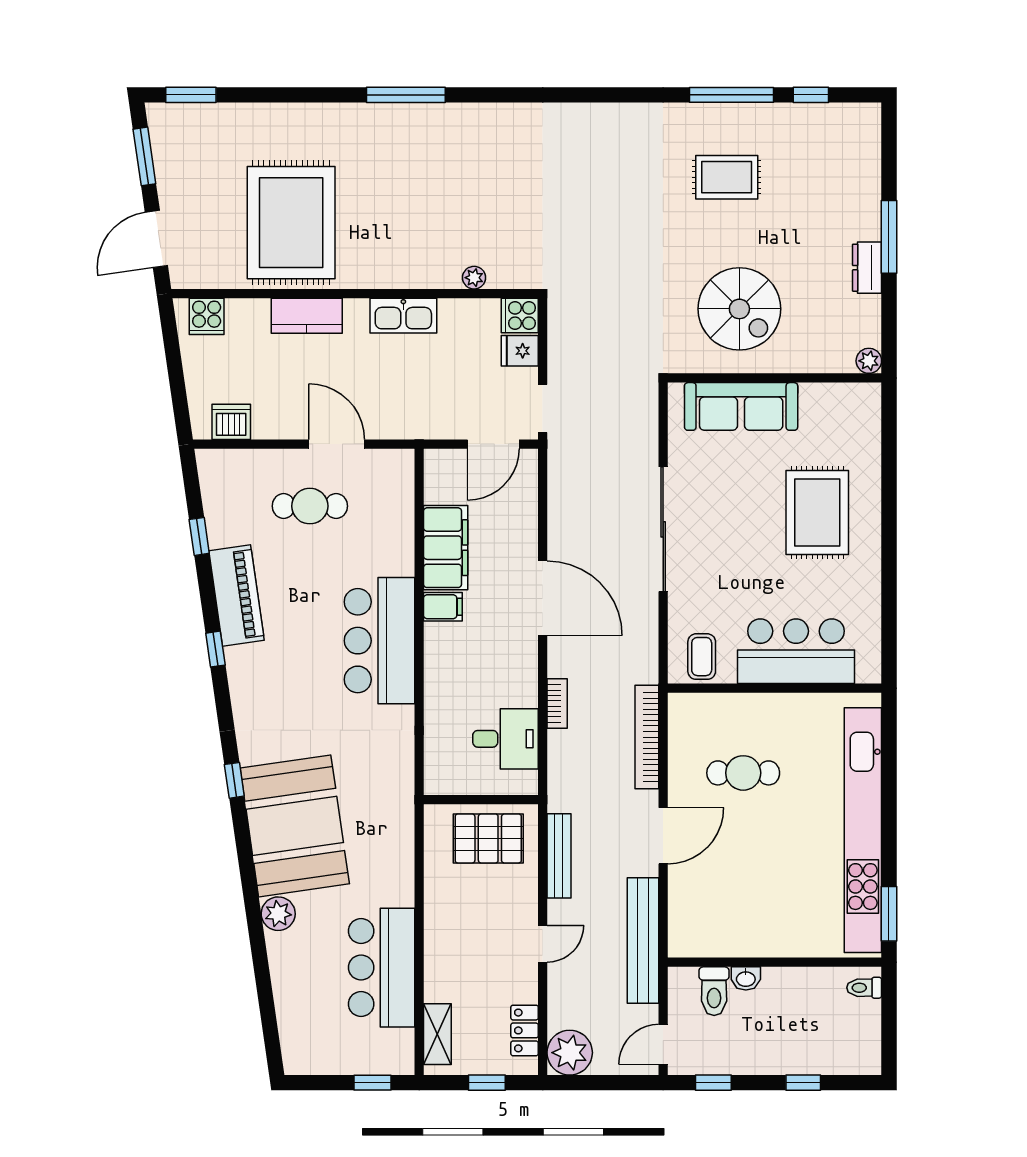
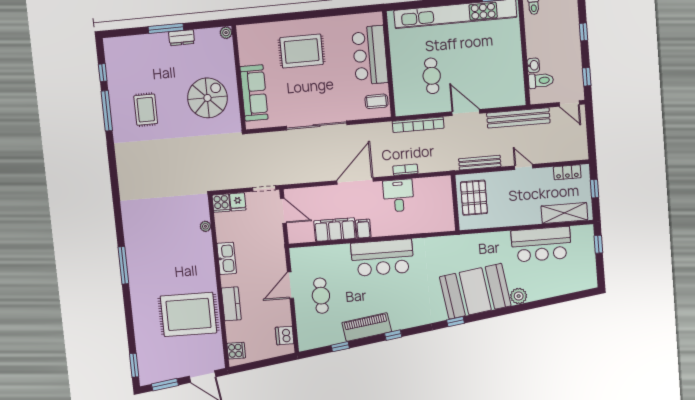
desk: (505, 739) -> (398, 195), moved
shelving: (437, 1034) -> (564, 213), width x1.50, depth x1.33
plant: (570, 1053) -> (577, 149), removed

